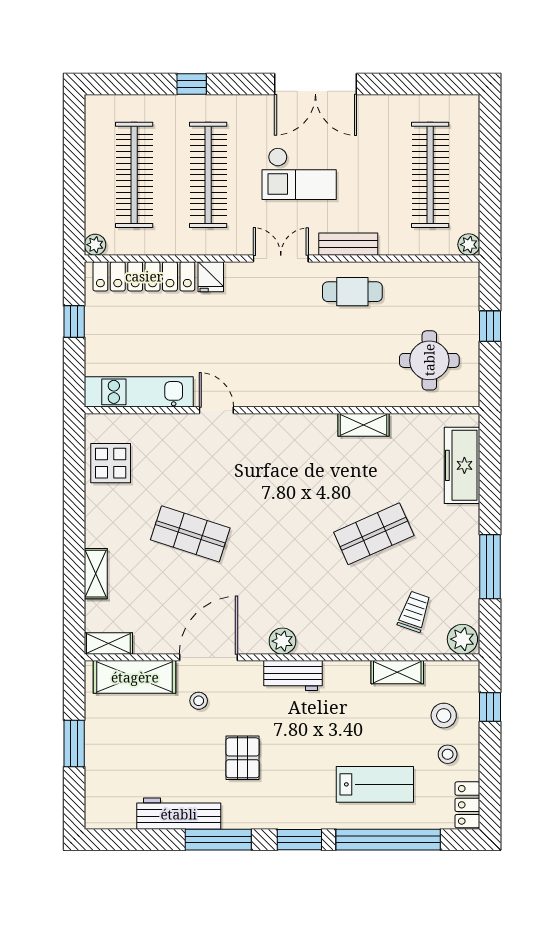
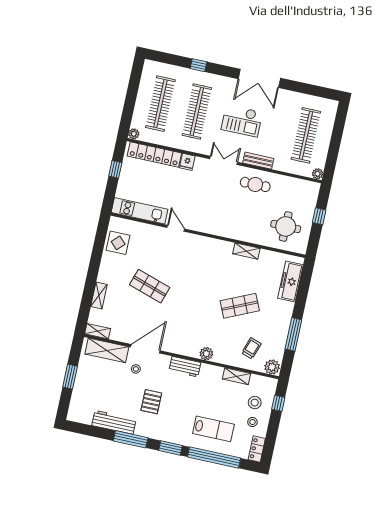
plant: (282, 641) -> (206, 354), moved

